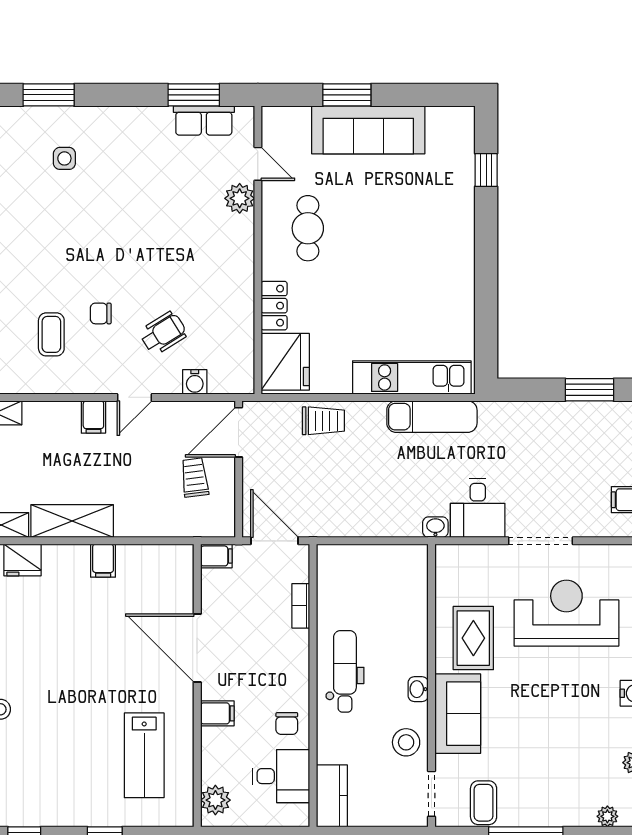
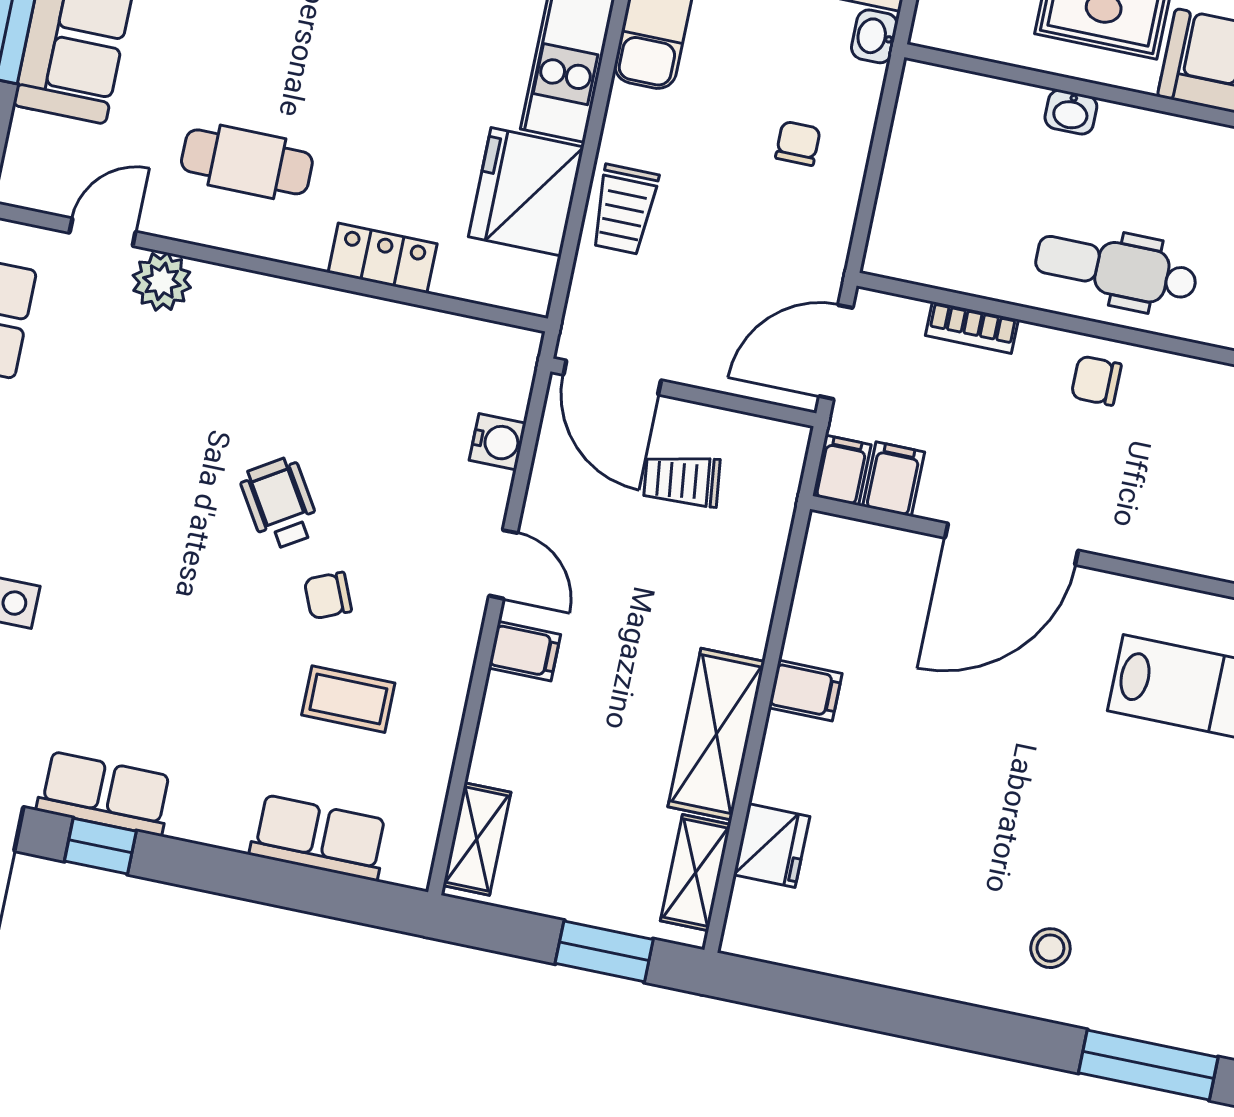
chair: (101, 313) -> (328, 595), turned 67
wheelchair: (163, 333) -> (280, 503), moved
fridge: (285, 362) -> (526, 192), moved, turned -90
trolley: (323, 421) -> (624, 209), turned 180
chair: (374, 500) -> (798, 143), added
washbasin: (418, 689) -> (1071, 112), moved
filing cabinet: (217, 713) -> (894, 479), moved
chair: (287, 724) -> (1096, 381), moved, turned 180

